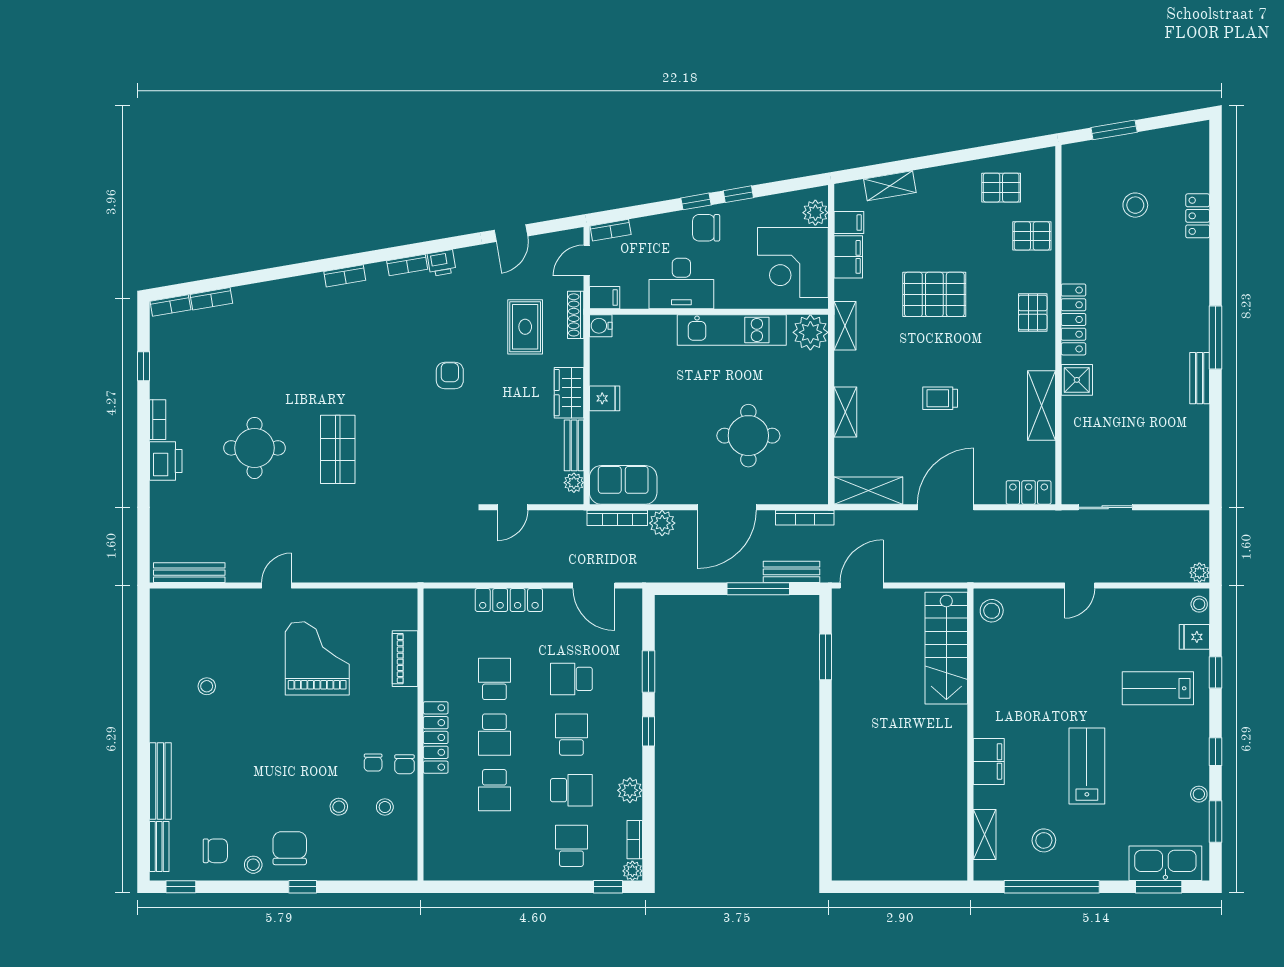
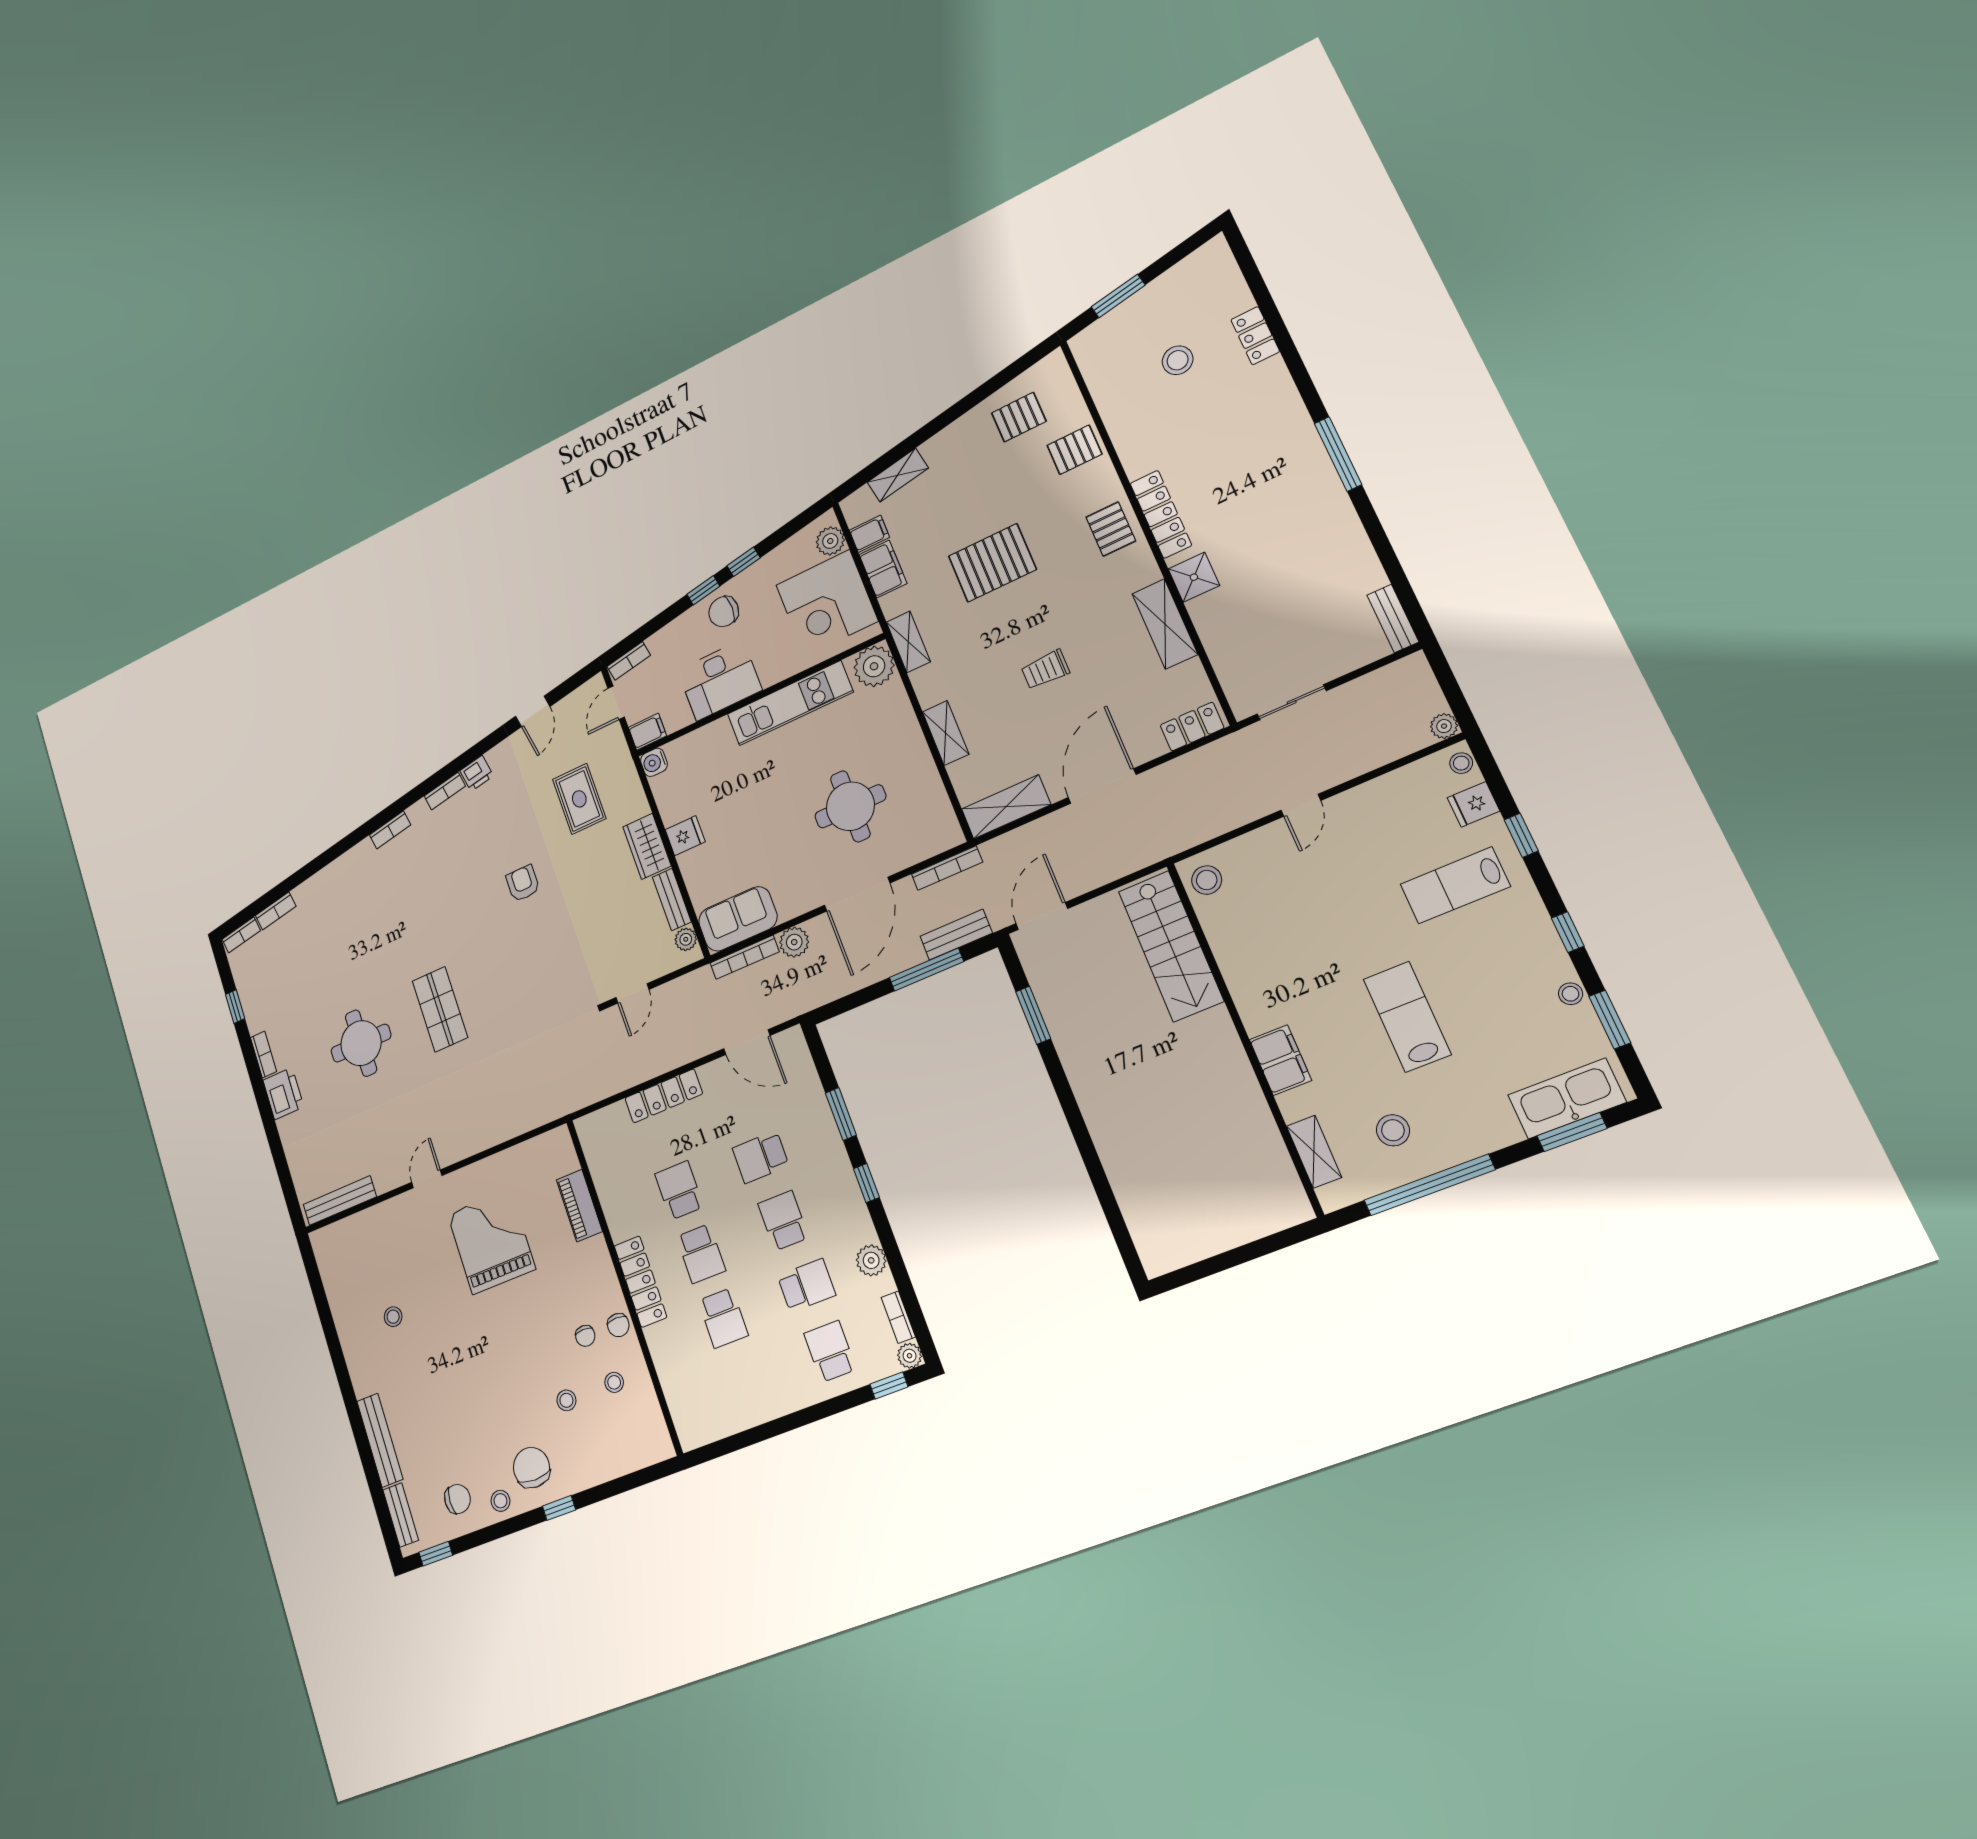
shoe rack: (576, 315) -> (625, 763), removed
bench: (1200, 378) -> (1393, 618), moved

